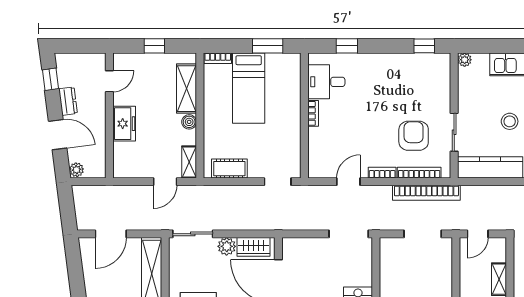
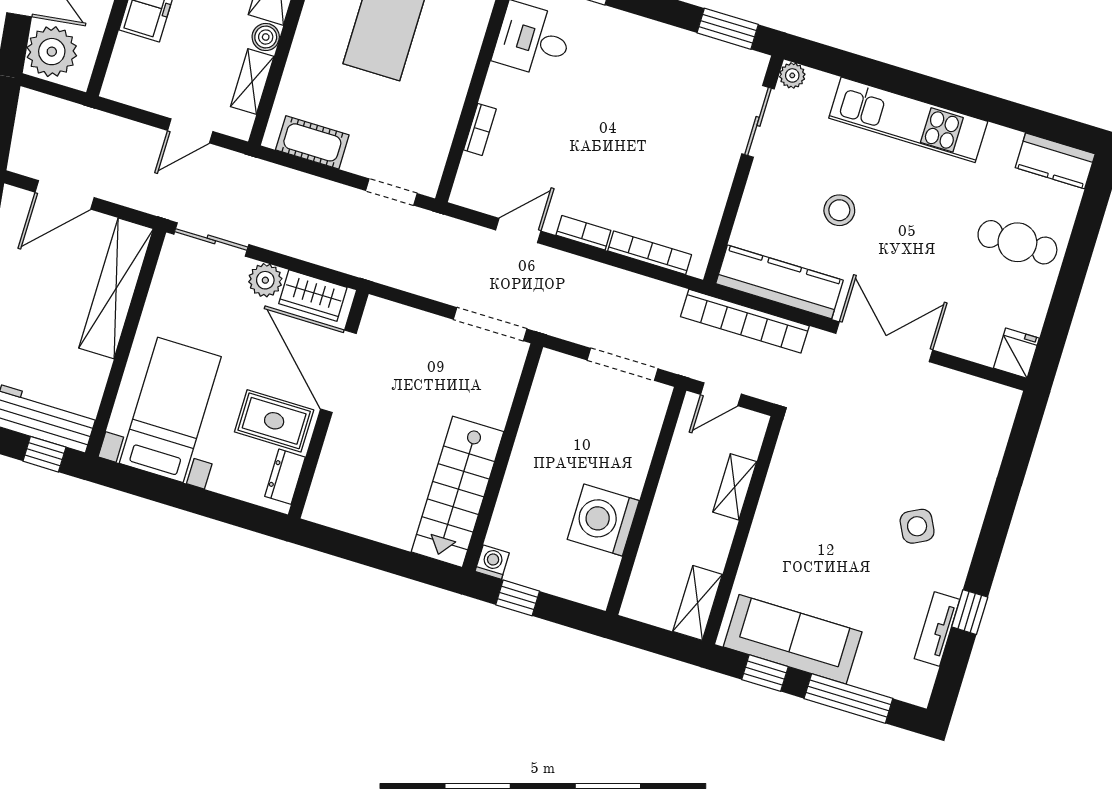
window: (424, 46) -> (728, 29), width x1.50
bookcase: (313, 113) -> (480, 129), moved
sliding door: (454, 132) -> (758, 121), moved
armchair: (414, 136) -> (660, 184), removed
shelving: (189, 162) -> (252, 82), moved
plant: (76, 170) -> (52, 52), width x1.87, depth x1.87
bookcase: (426, 193) -> (745, 321), moved

